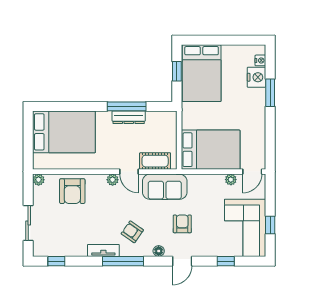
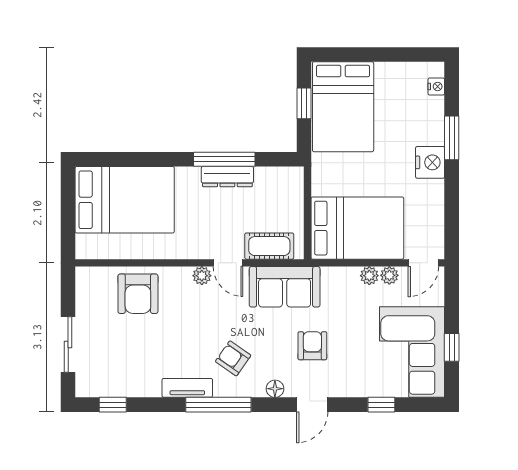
nightstand: (256, 77) -> (430, 162), moved
plant: (39, 180) -> (369, 276), moved

